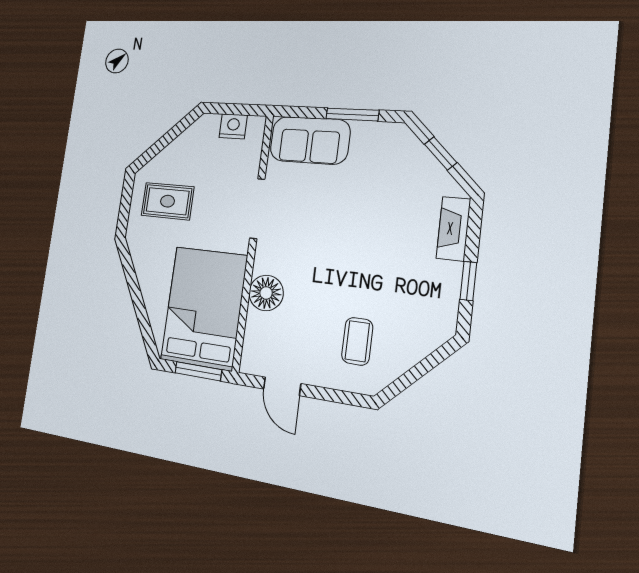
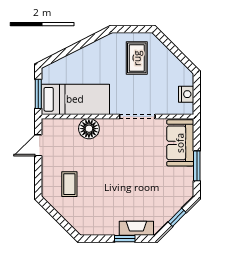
window: (468, 281) -> (125, 239), moved
bed: (204, 308) -> (75, 99), width x0.67
coffee table: (357, 341) -> (69, 184), turned 90

